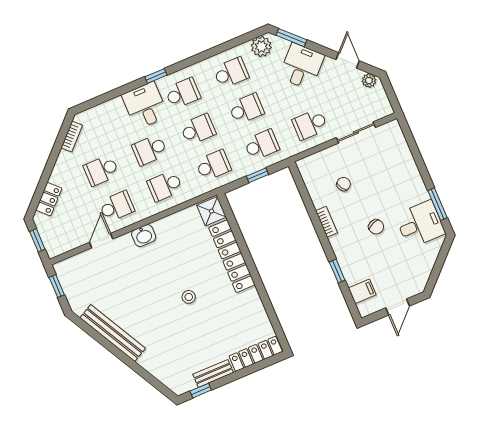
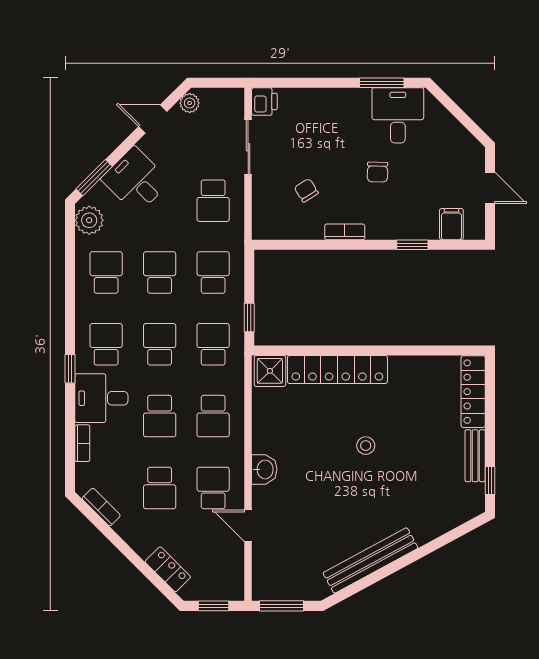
bookcase: (109, 106) -> (82, 443), added
printer: (391, 130) -> (264, 102), added
window: (257, 175) -> (249, 318), moved
chair: (376, 227) -> (377, 172), turned 113
window: (57, 286) -> (282, 606), width x1.50

